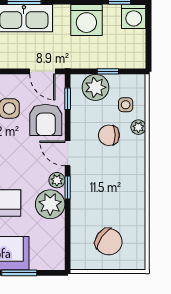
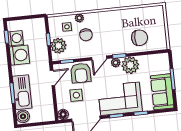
washing machine: (134, 17) -> (16, 38), moved
armchair: (46, 120) -> (81, 73), turned 90
chair: (109, 242) -> (140, 38), moved, turned 55

